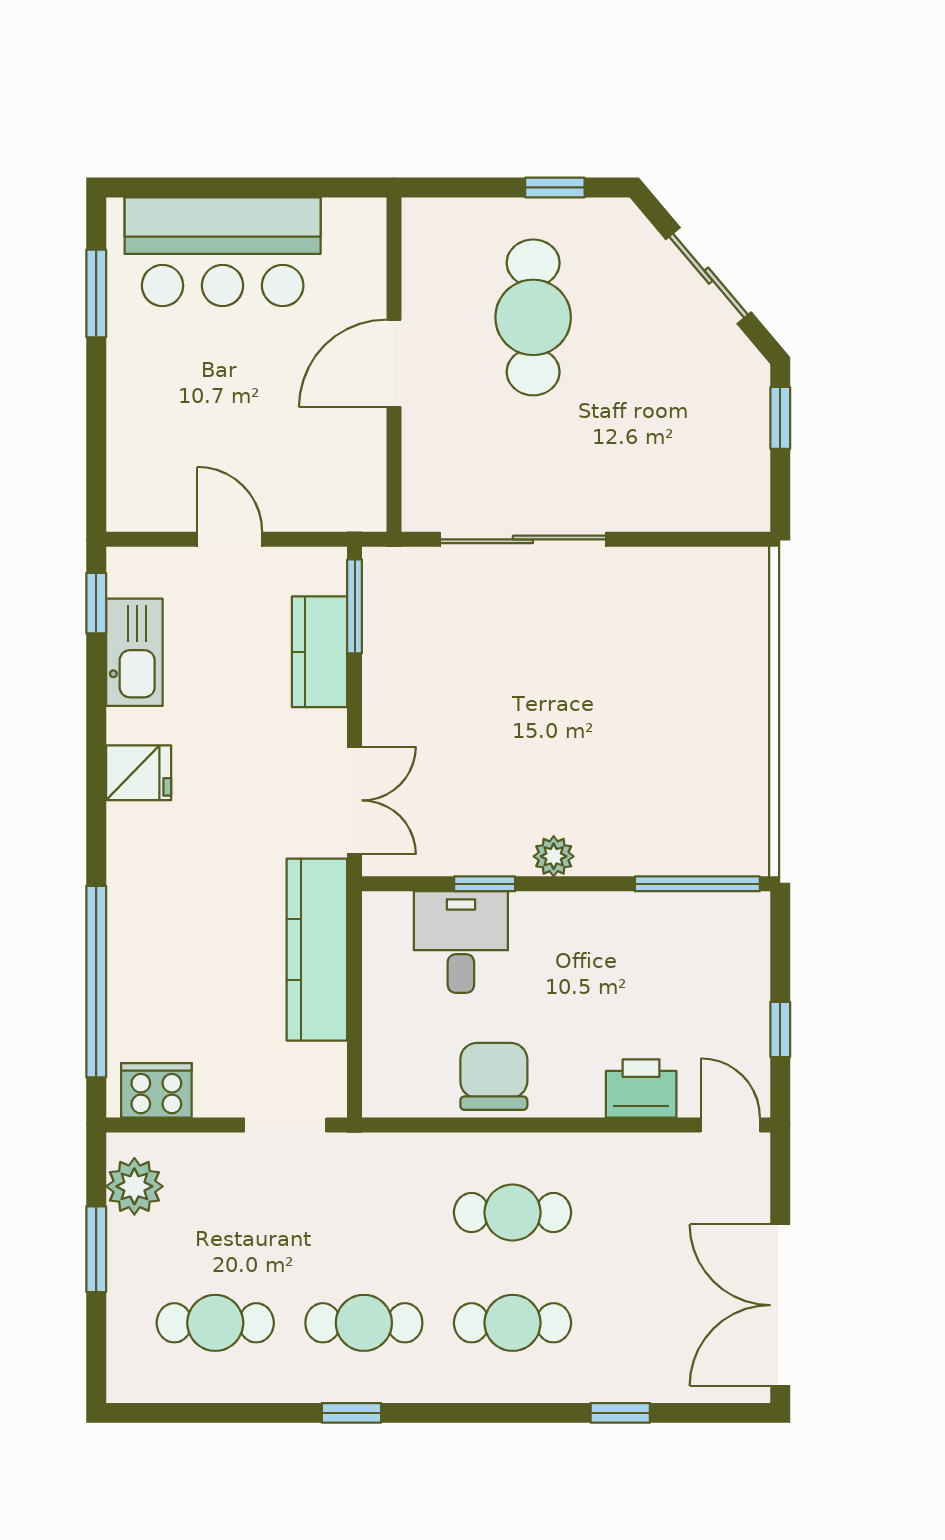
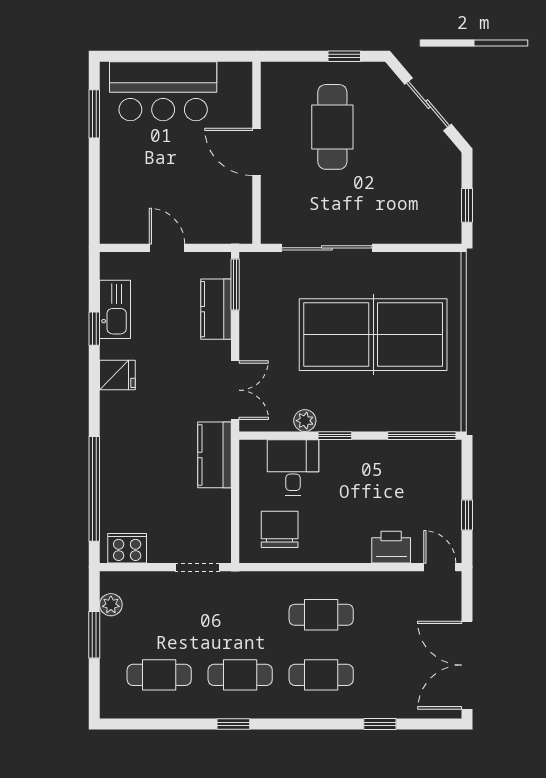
door: (394, 363) -> (257, 152), hinge flipped
window: (780, 418) -> (467, 205), moved
window: (96, 603) -> (94, 329), moved
table tennis table: (608, 698) -> (373, 335), added
plant: (554, 856) -> (305, 421), moved
window: (485, 884) -> (335, 436), moved
kitchen counter: (317, 950) -> (215, 455), width x0.67
chair: (494, 1076) -> (280, 529), moved
plant: (134, 1186) -> (111, 605), width x0.73, depth x0.73

